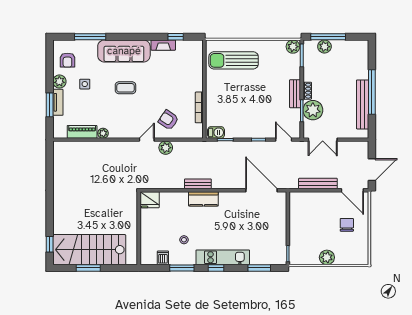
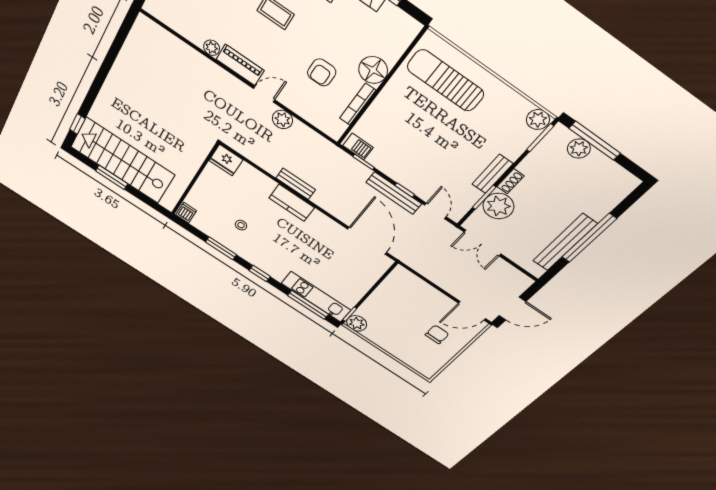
floor lamp: (194, 82) -> (373, 70), added
armchair: (168, 120) -> (322, 72), moved, turned -124
piano: (82, 132) -> (240, 65), moved
bench: (318, 184) -> (394, 193), moved
door: (352, 190) -> (472, 311), hinge flipped
kitchen unit: (223, 257) -> (316, 297), moved
plant: (327, 257) -> (357, 323), moved
dishwasher: (163, 258) -> (186, 213), moved
window: (259, 268) -> (308, 305), width x1.44

